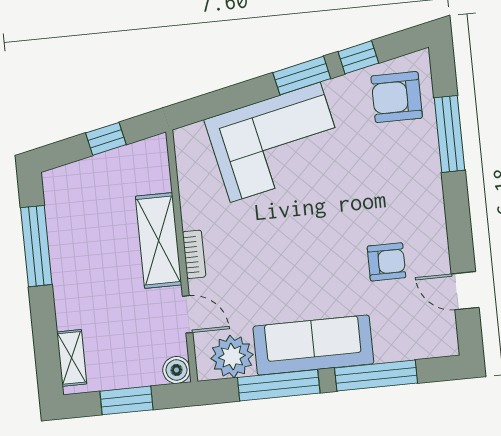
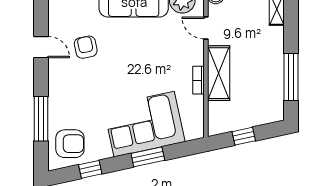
window: (302, 76) -> (148, 157), moved
bookcase: (194, 254) -> (199, 80), moved
armchair: (386, 262) -> (86, 47), turned 78
door: (465, 291) -> (41, 47), moved

